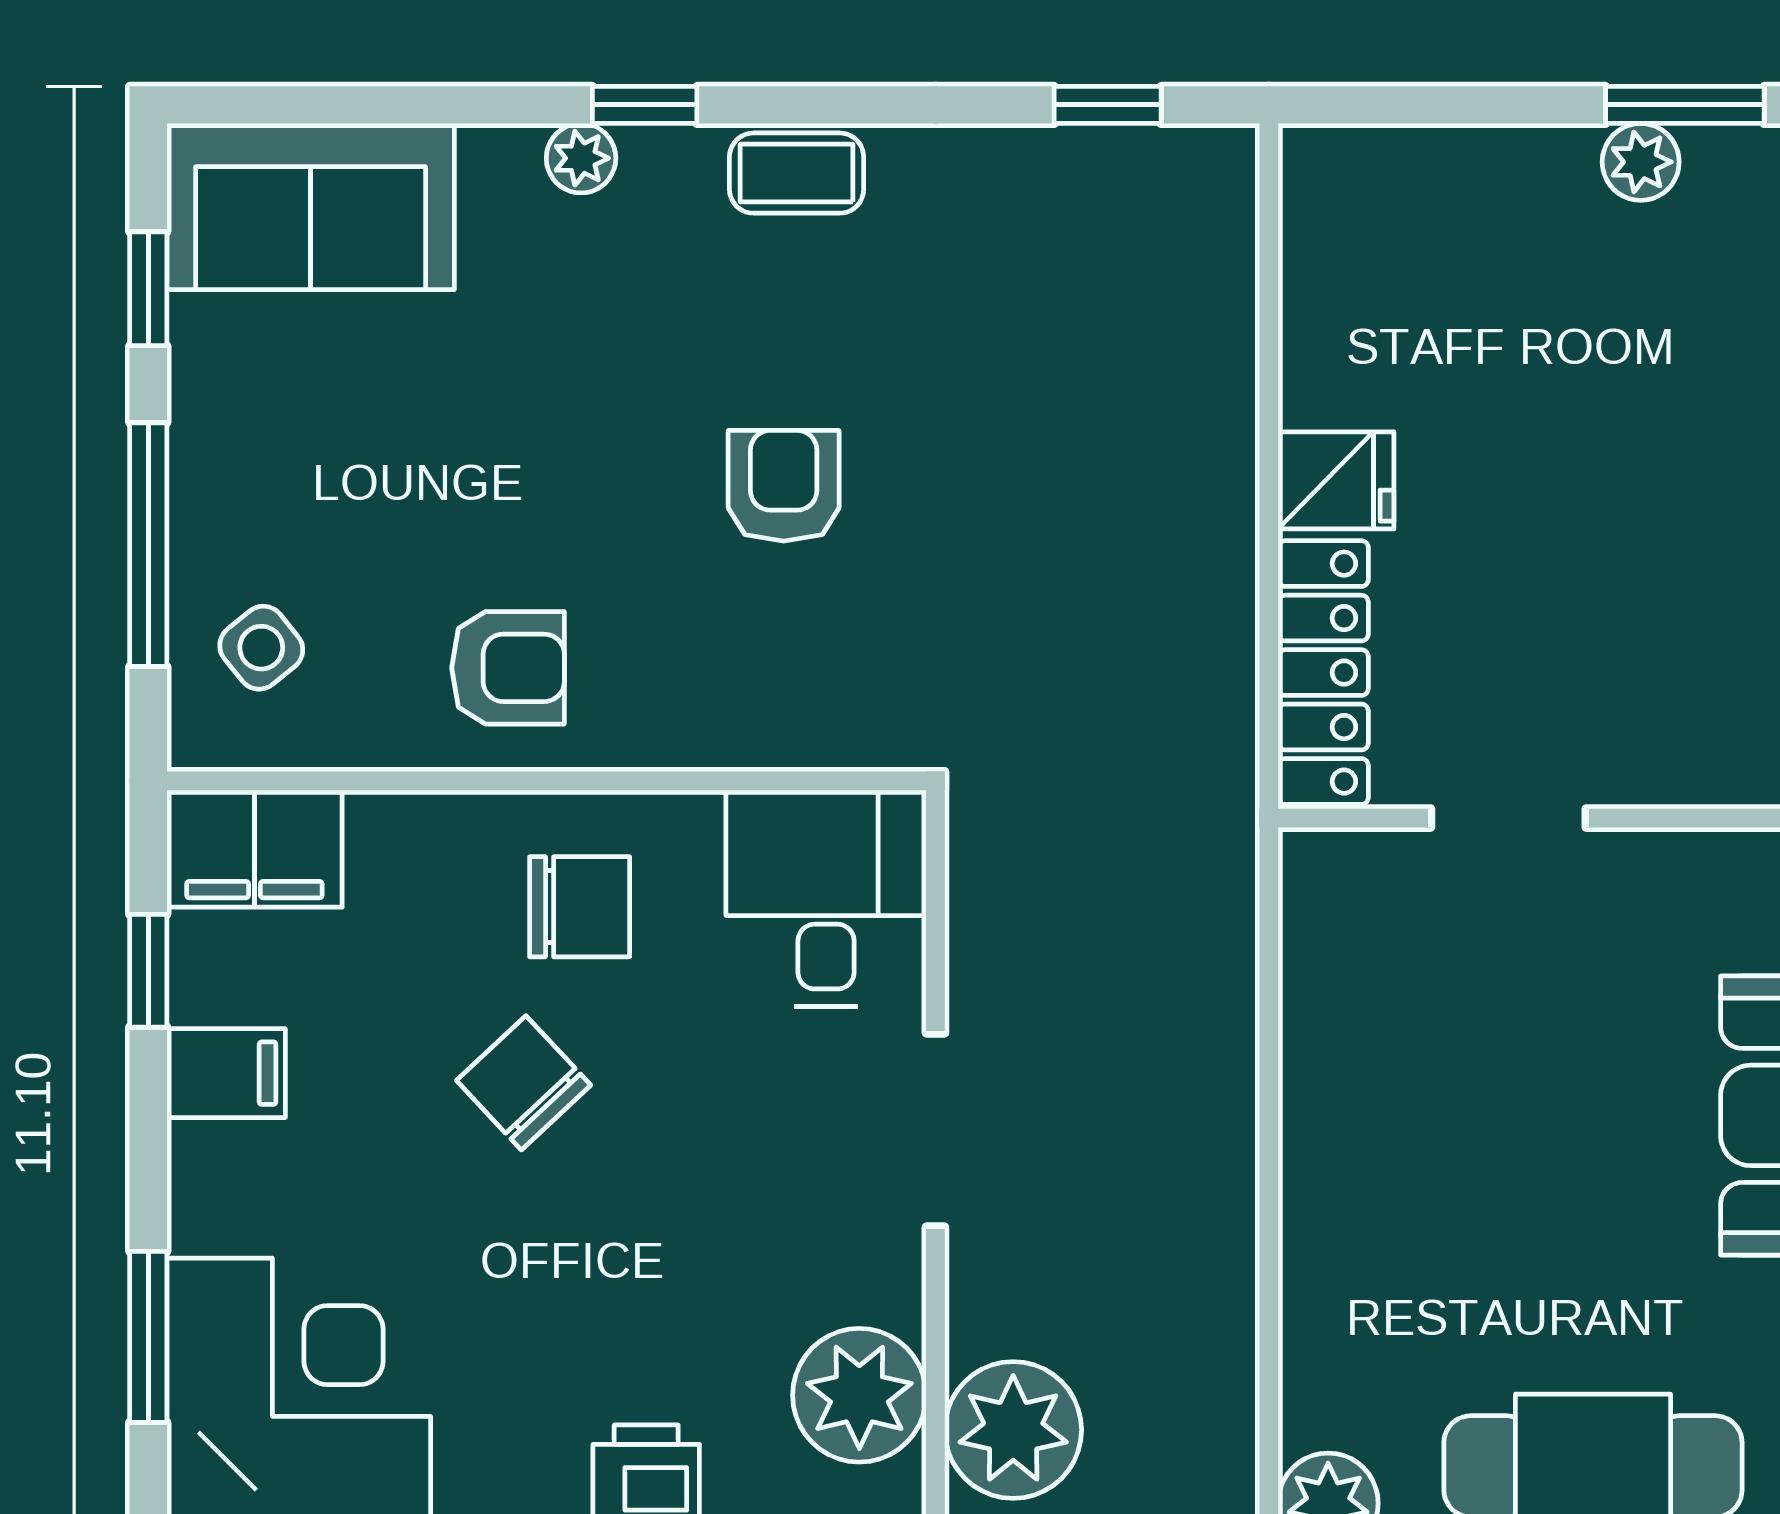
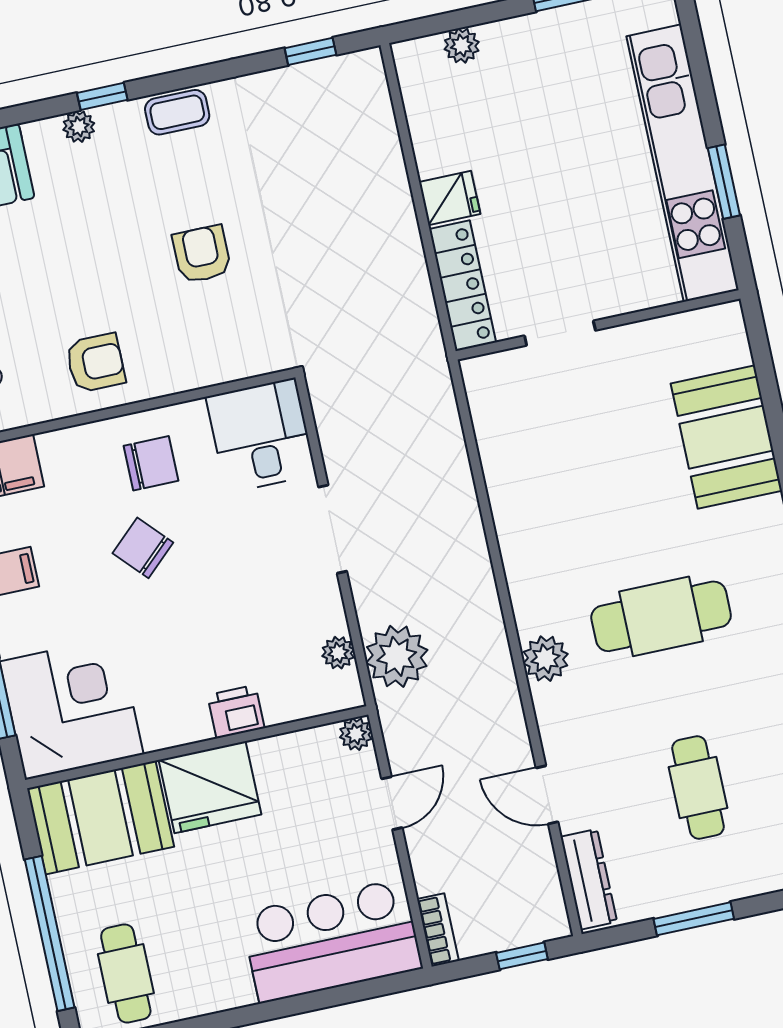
plant: (1641, 162) -> (462, 46), moved
plant: (859, 1395) -> (338, 653), width x0.53, depth x0.53

